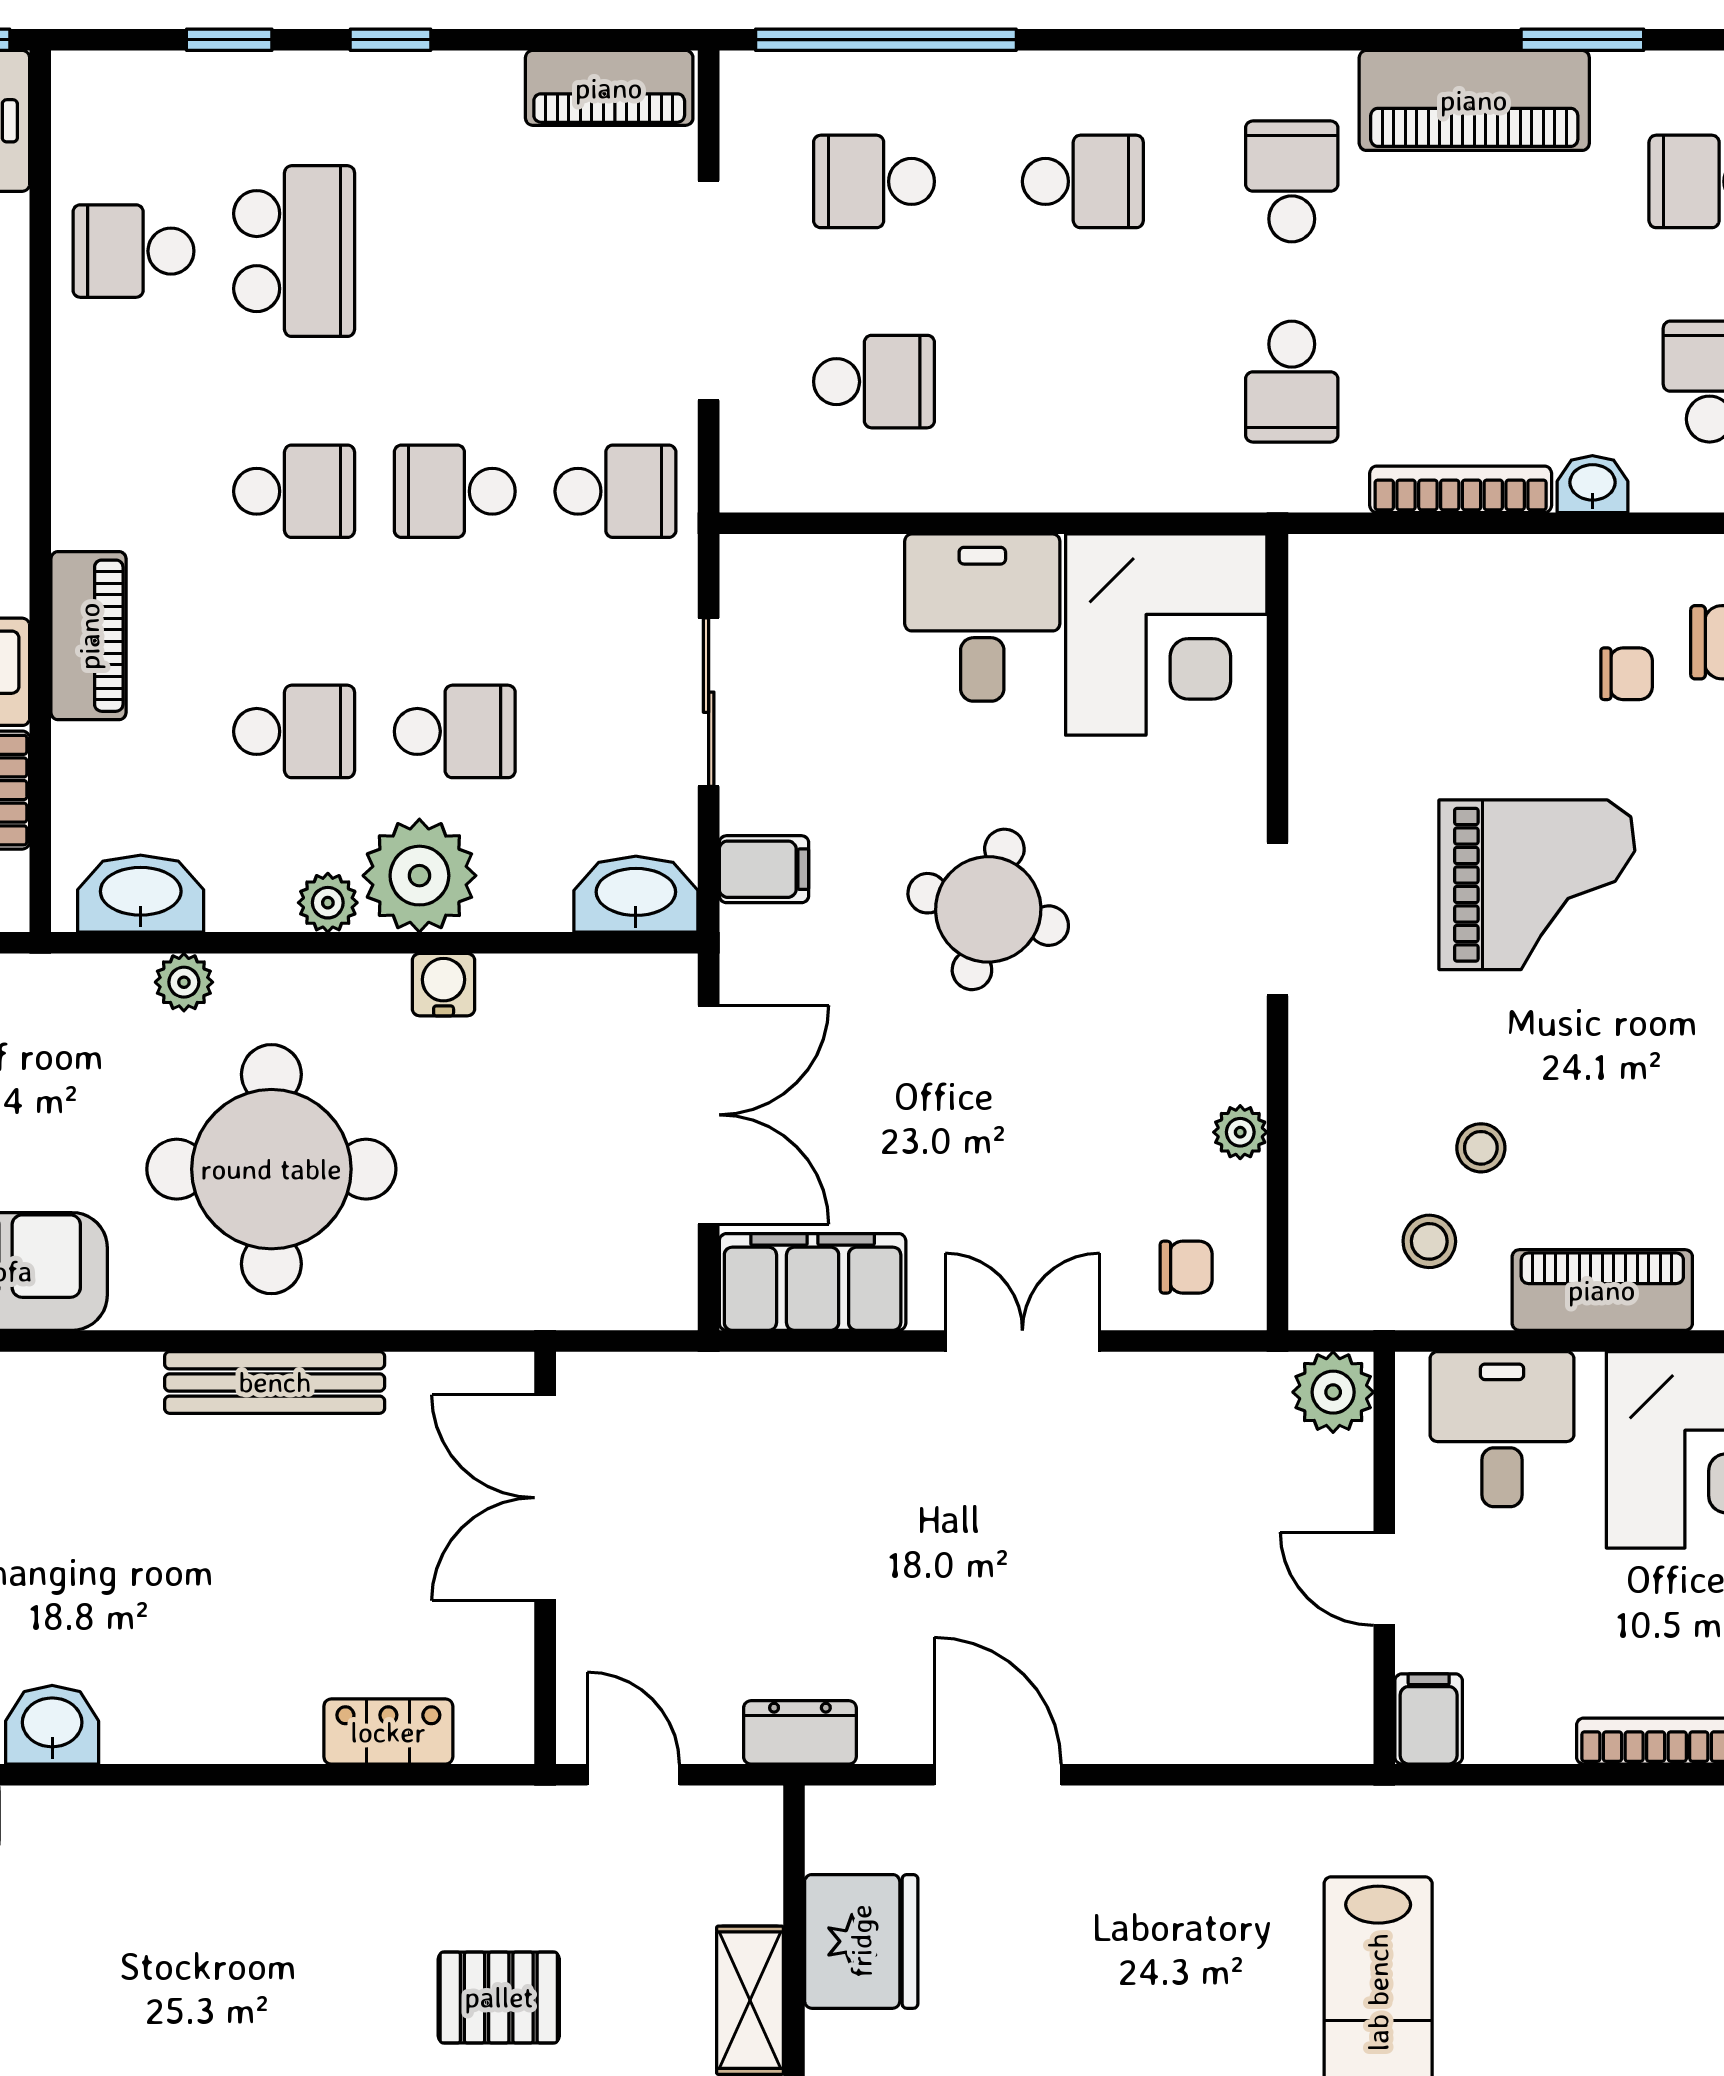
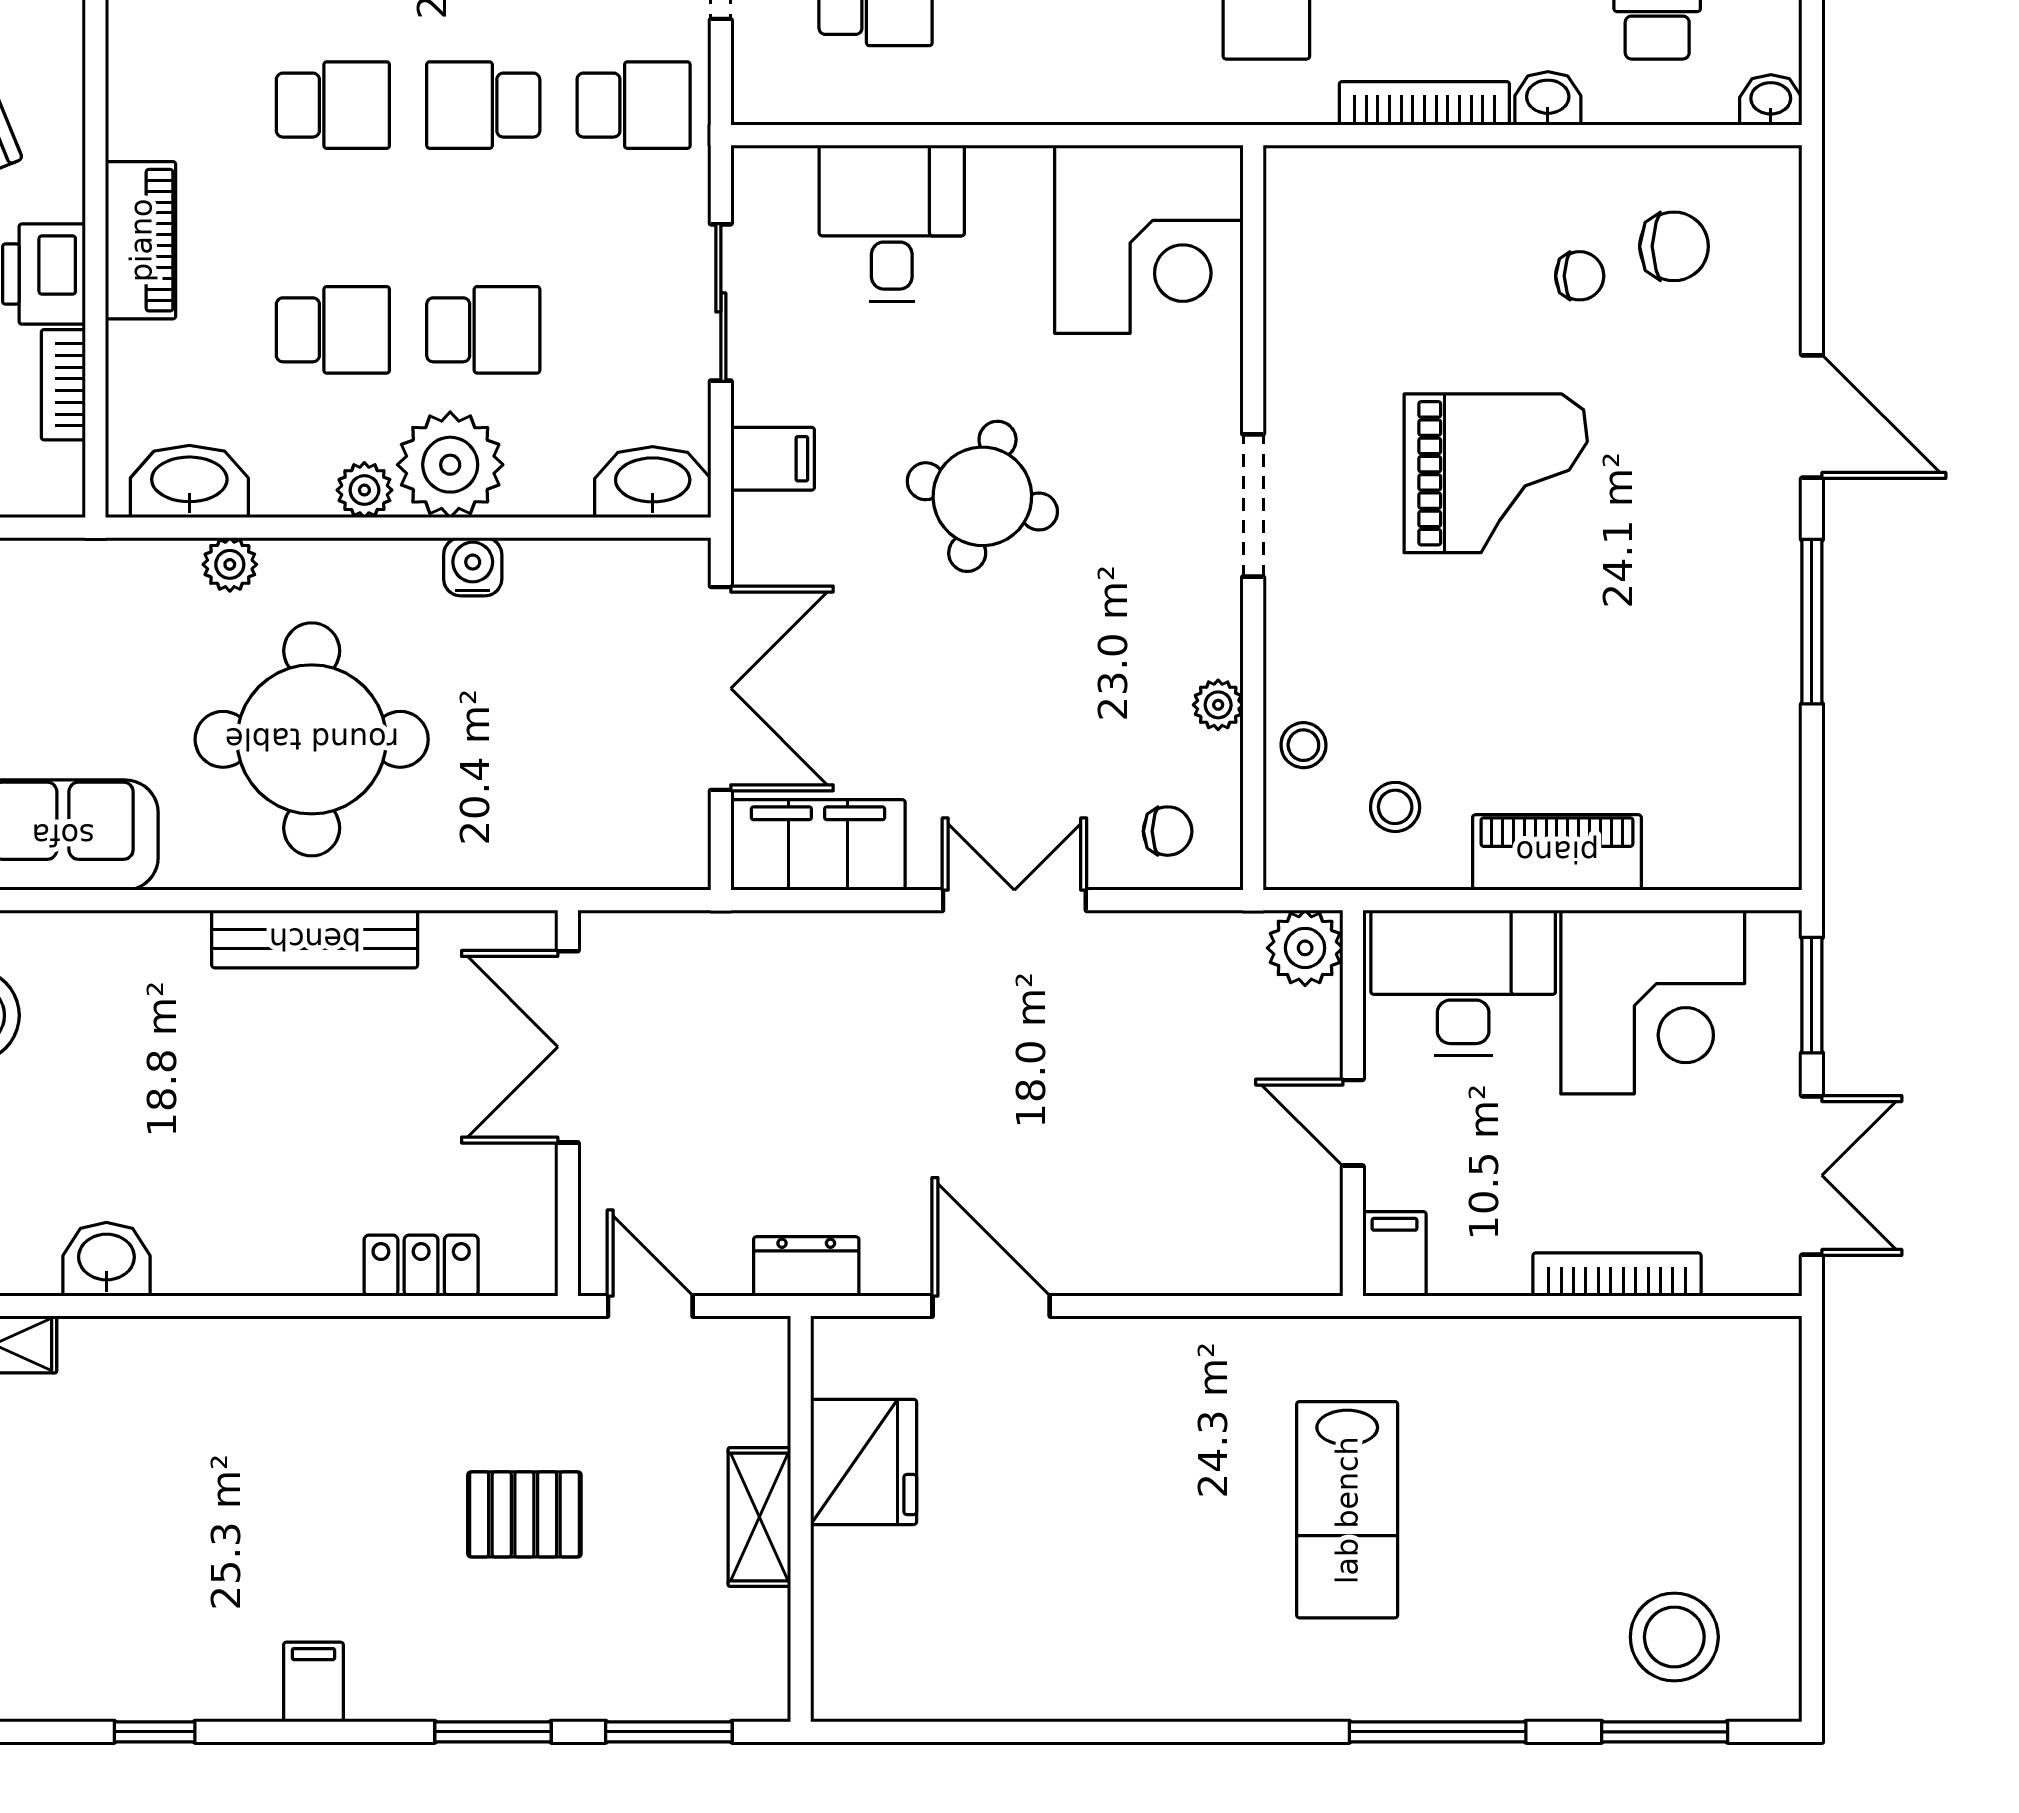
desk: (982, 618) -> (892, 223), moved
stool: (1481, 1148) -> (1303, 745), moved
desk: (1502, 1429) -> (1463, 983), width x1.37

